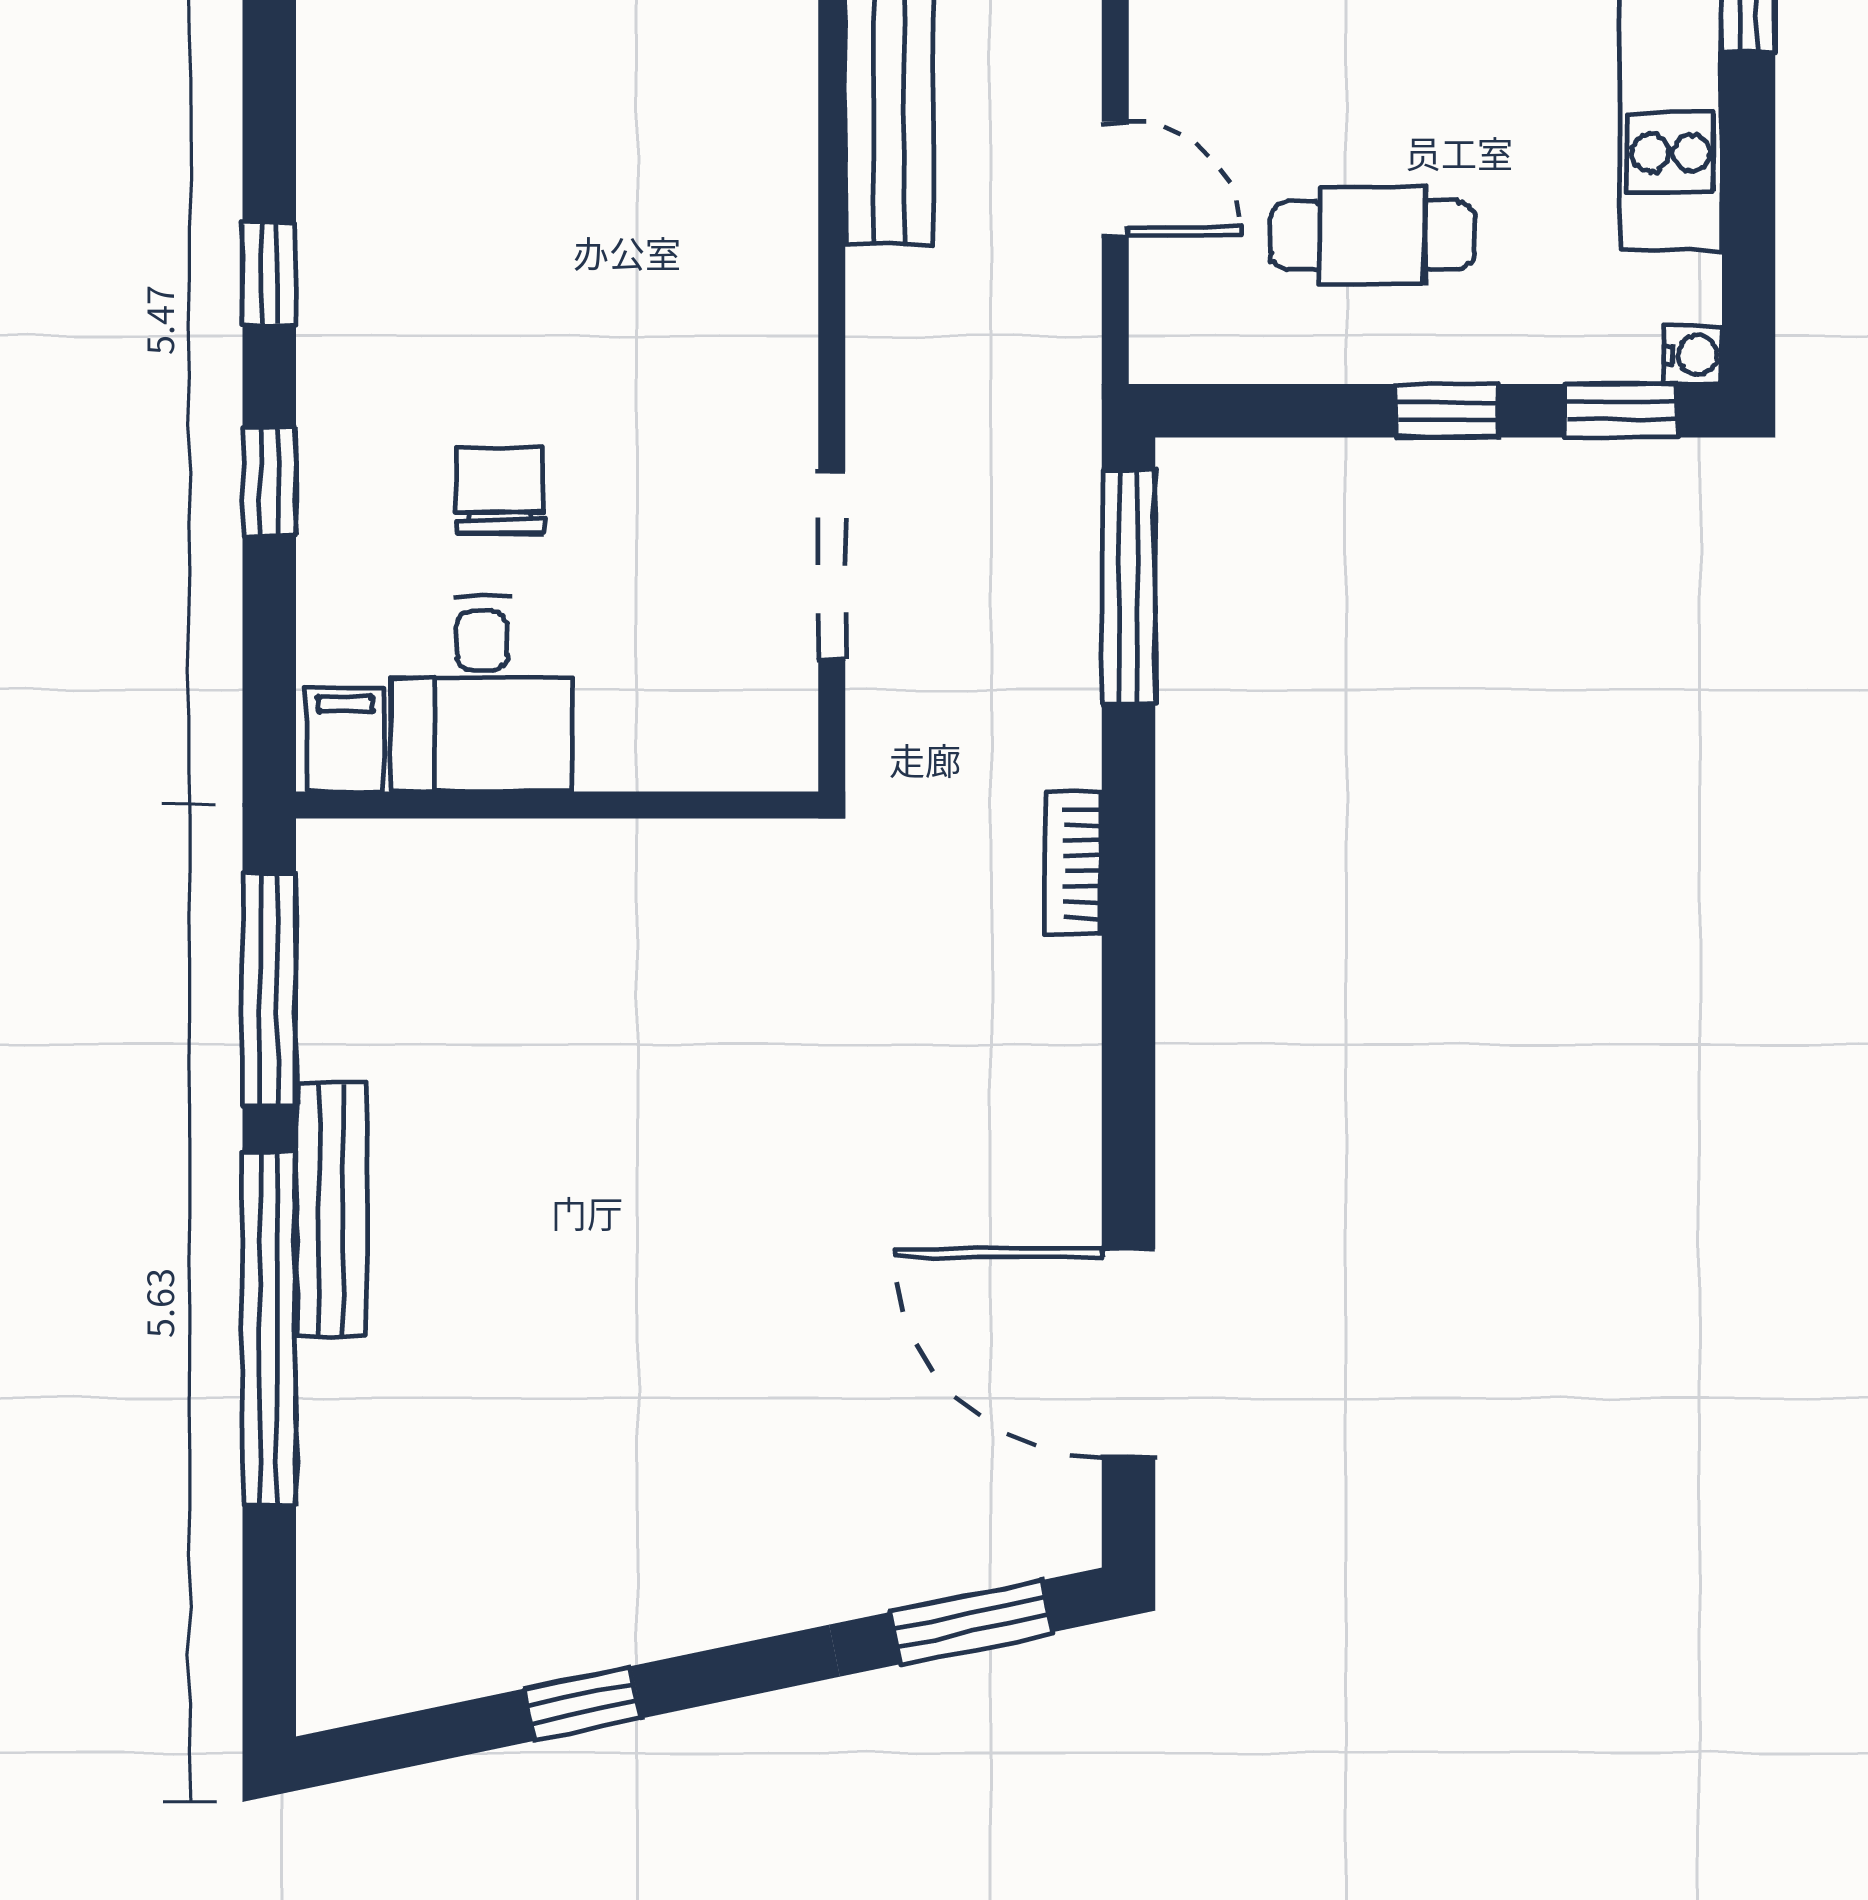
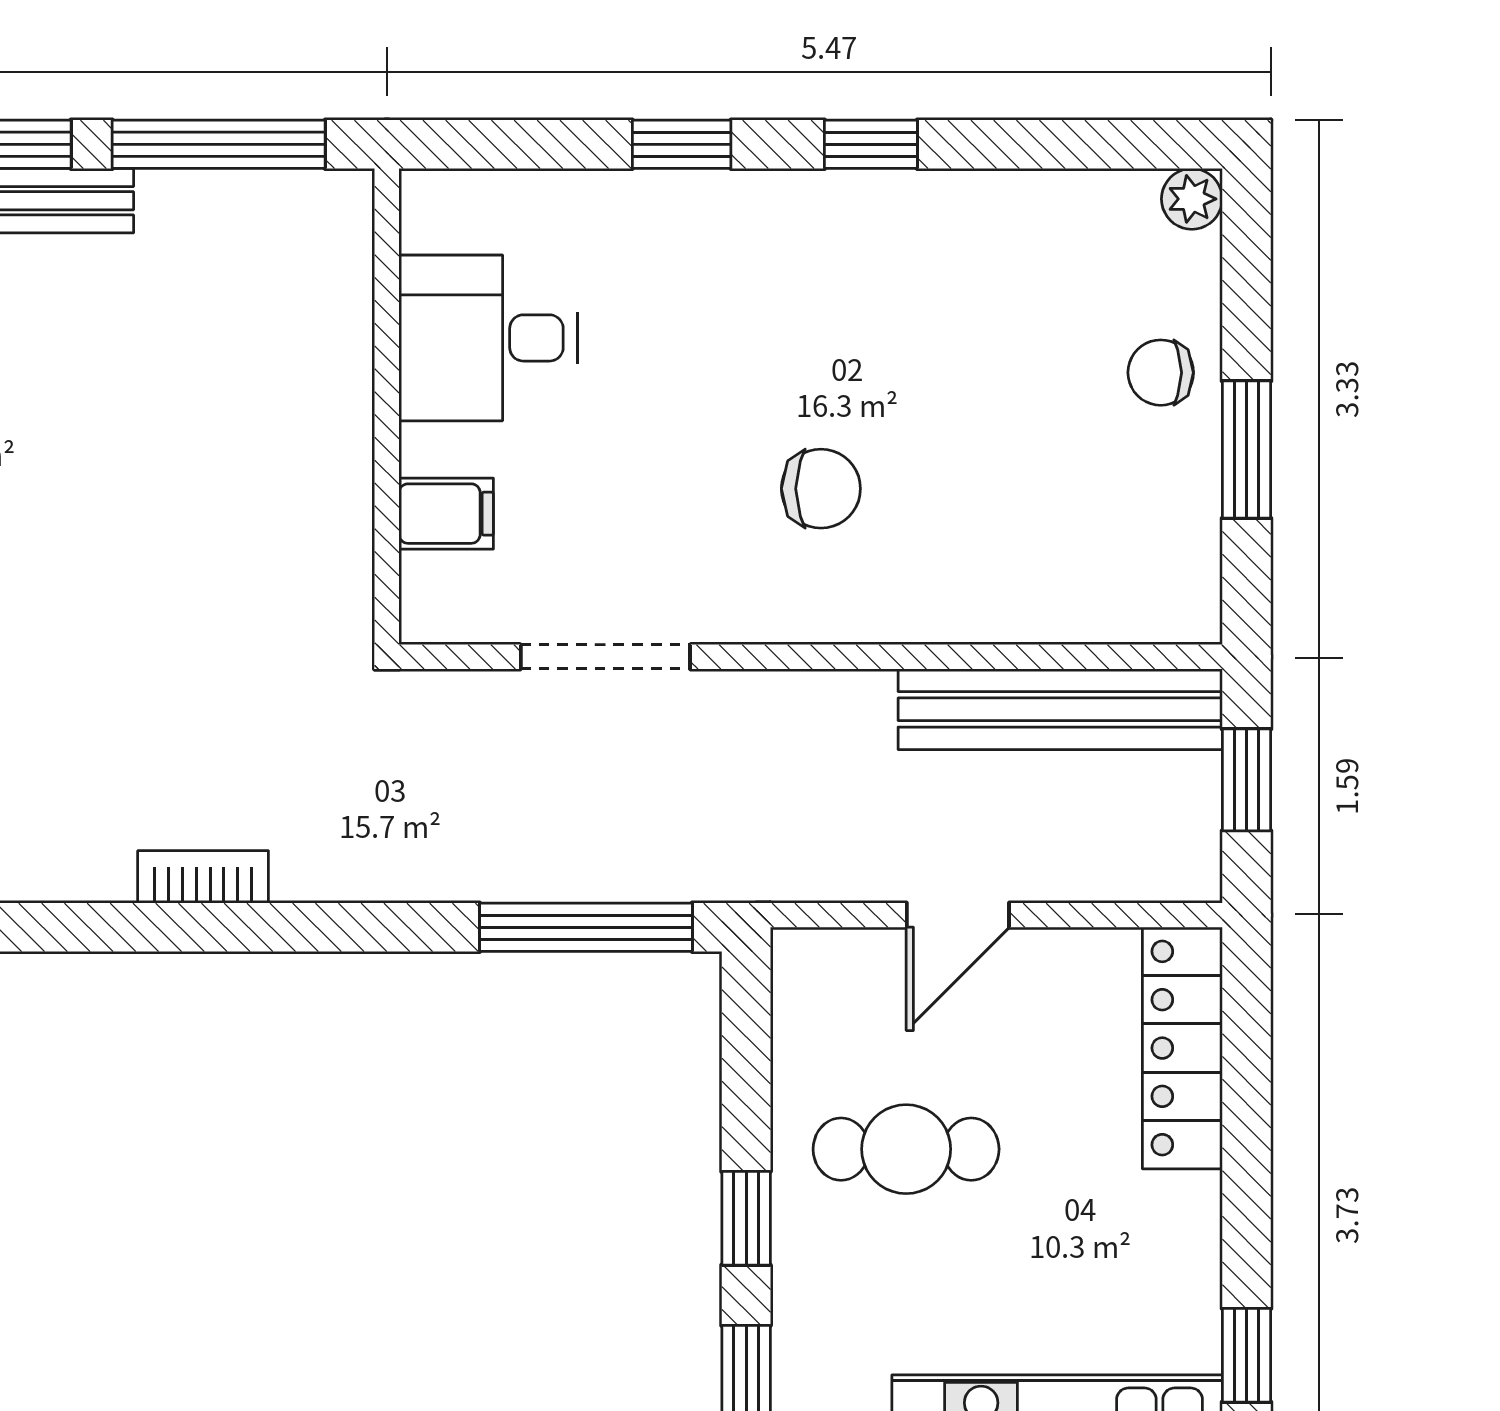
cafe table: (1372, 235) -> (906, 1149), turned 90
chair: (500, 490) -> (821, 489), moved
filing cabinet: (345, 740) -> (446, 514), moved
bookcase: (1073, 863) -> (203, 877), moved

